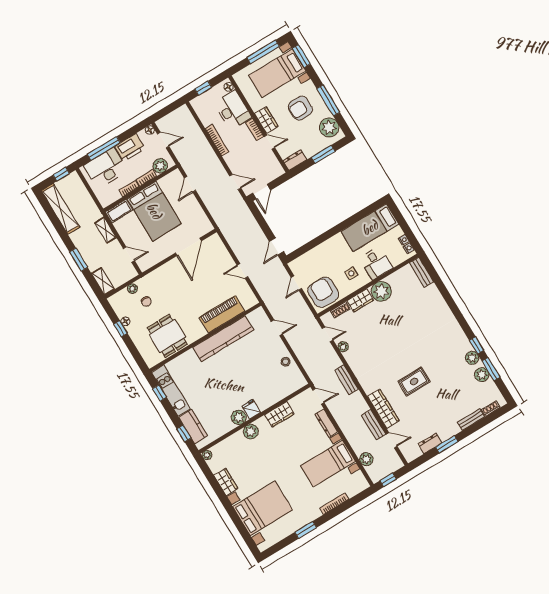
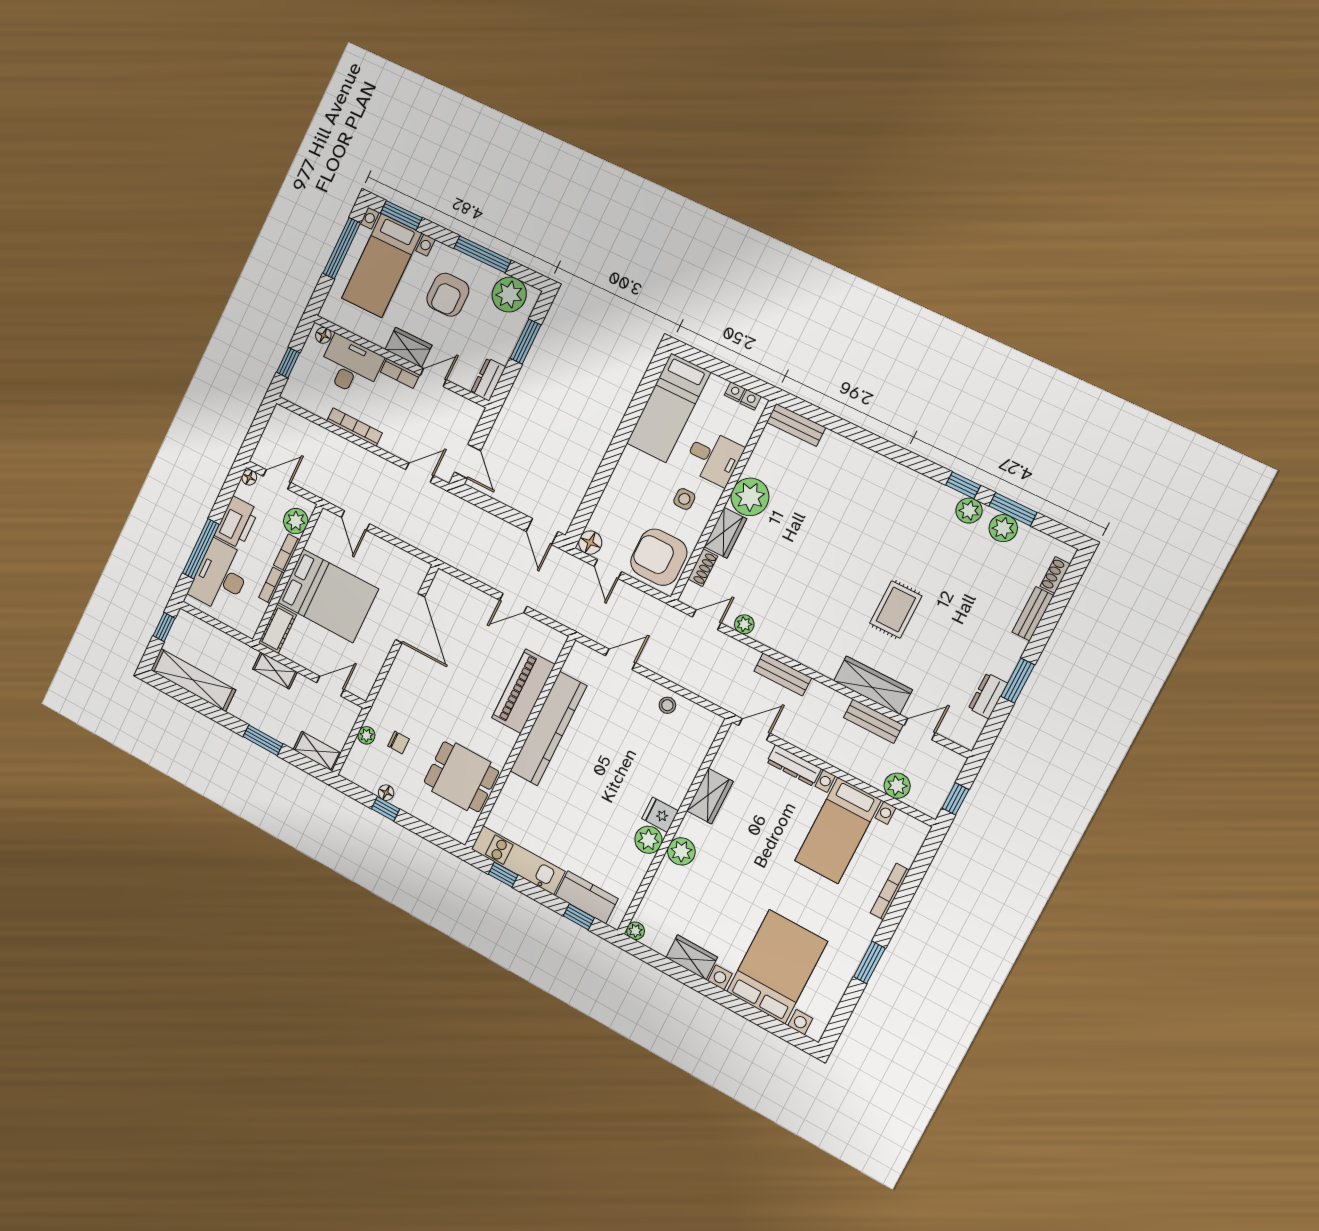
floor lamp: (296, 266) -> (590, 543), added

